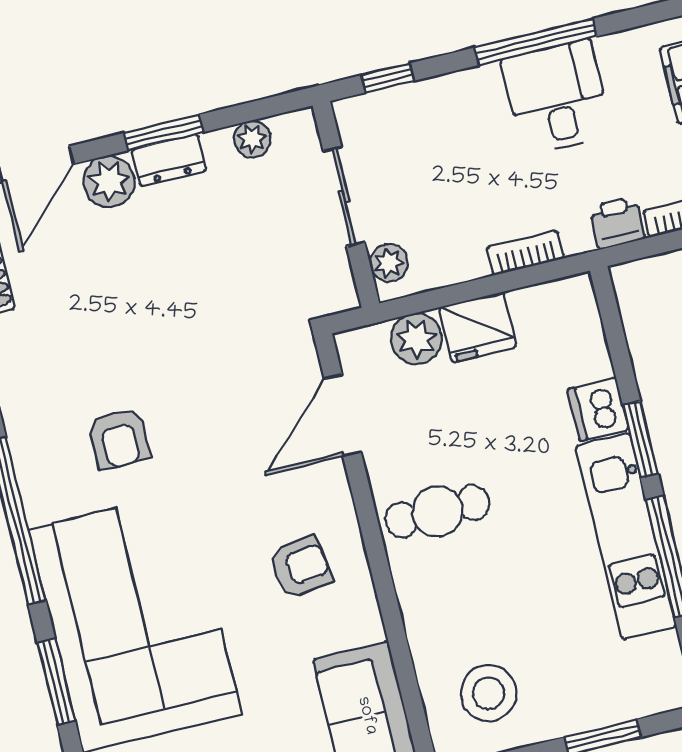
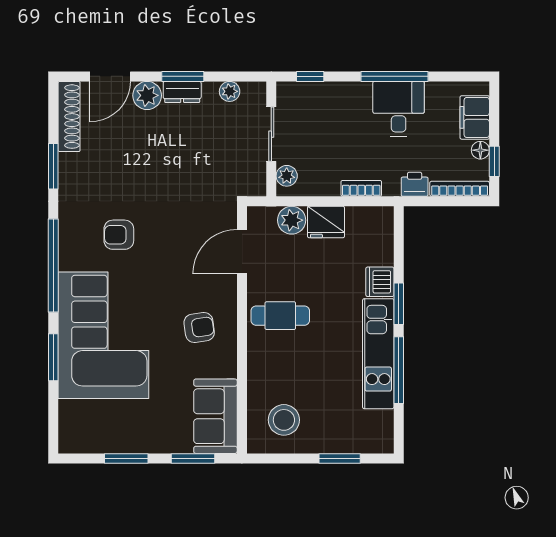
armchair: (119, 438) -> (119, 235), turned 90

